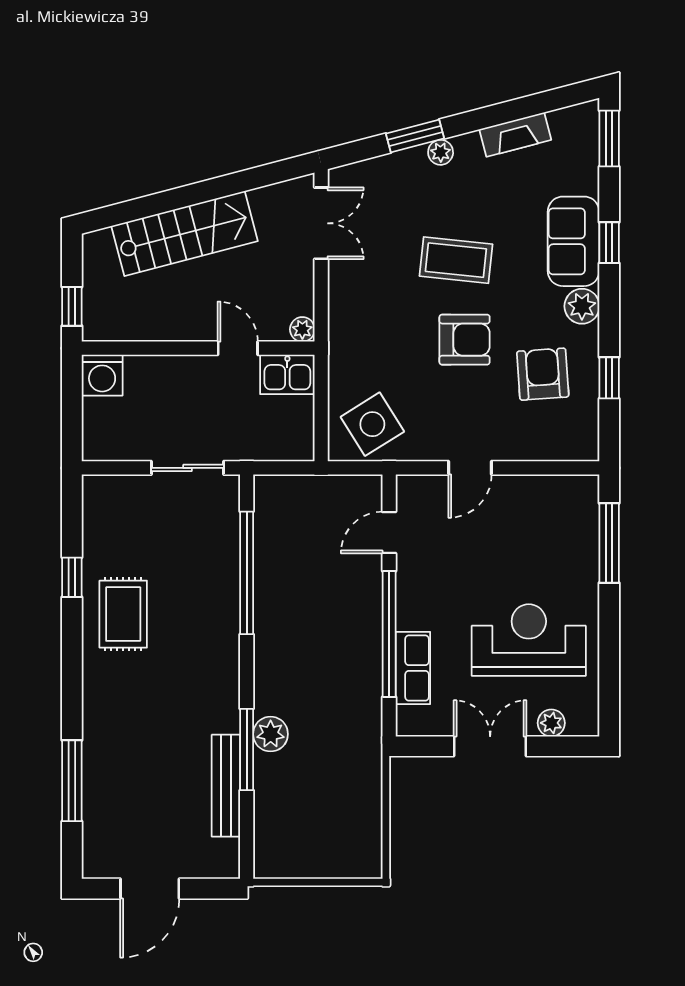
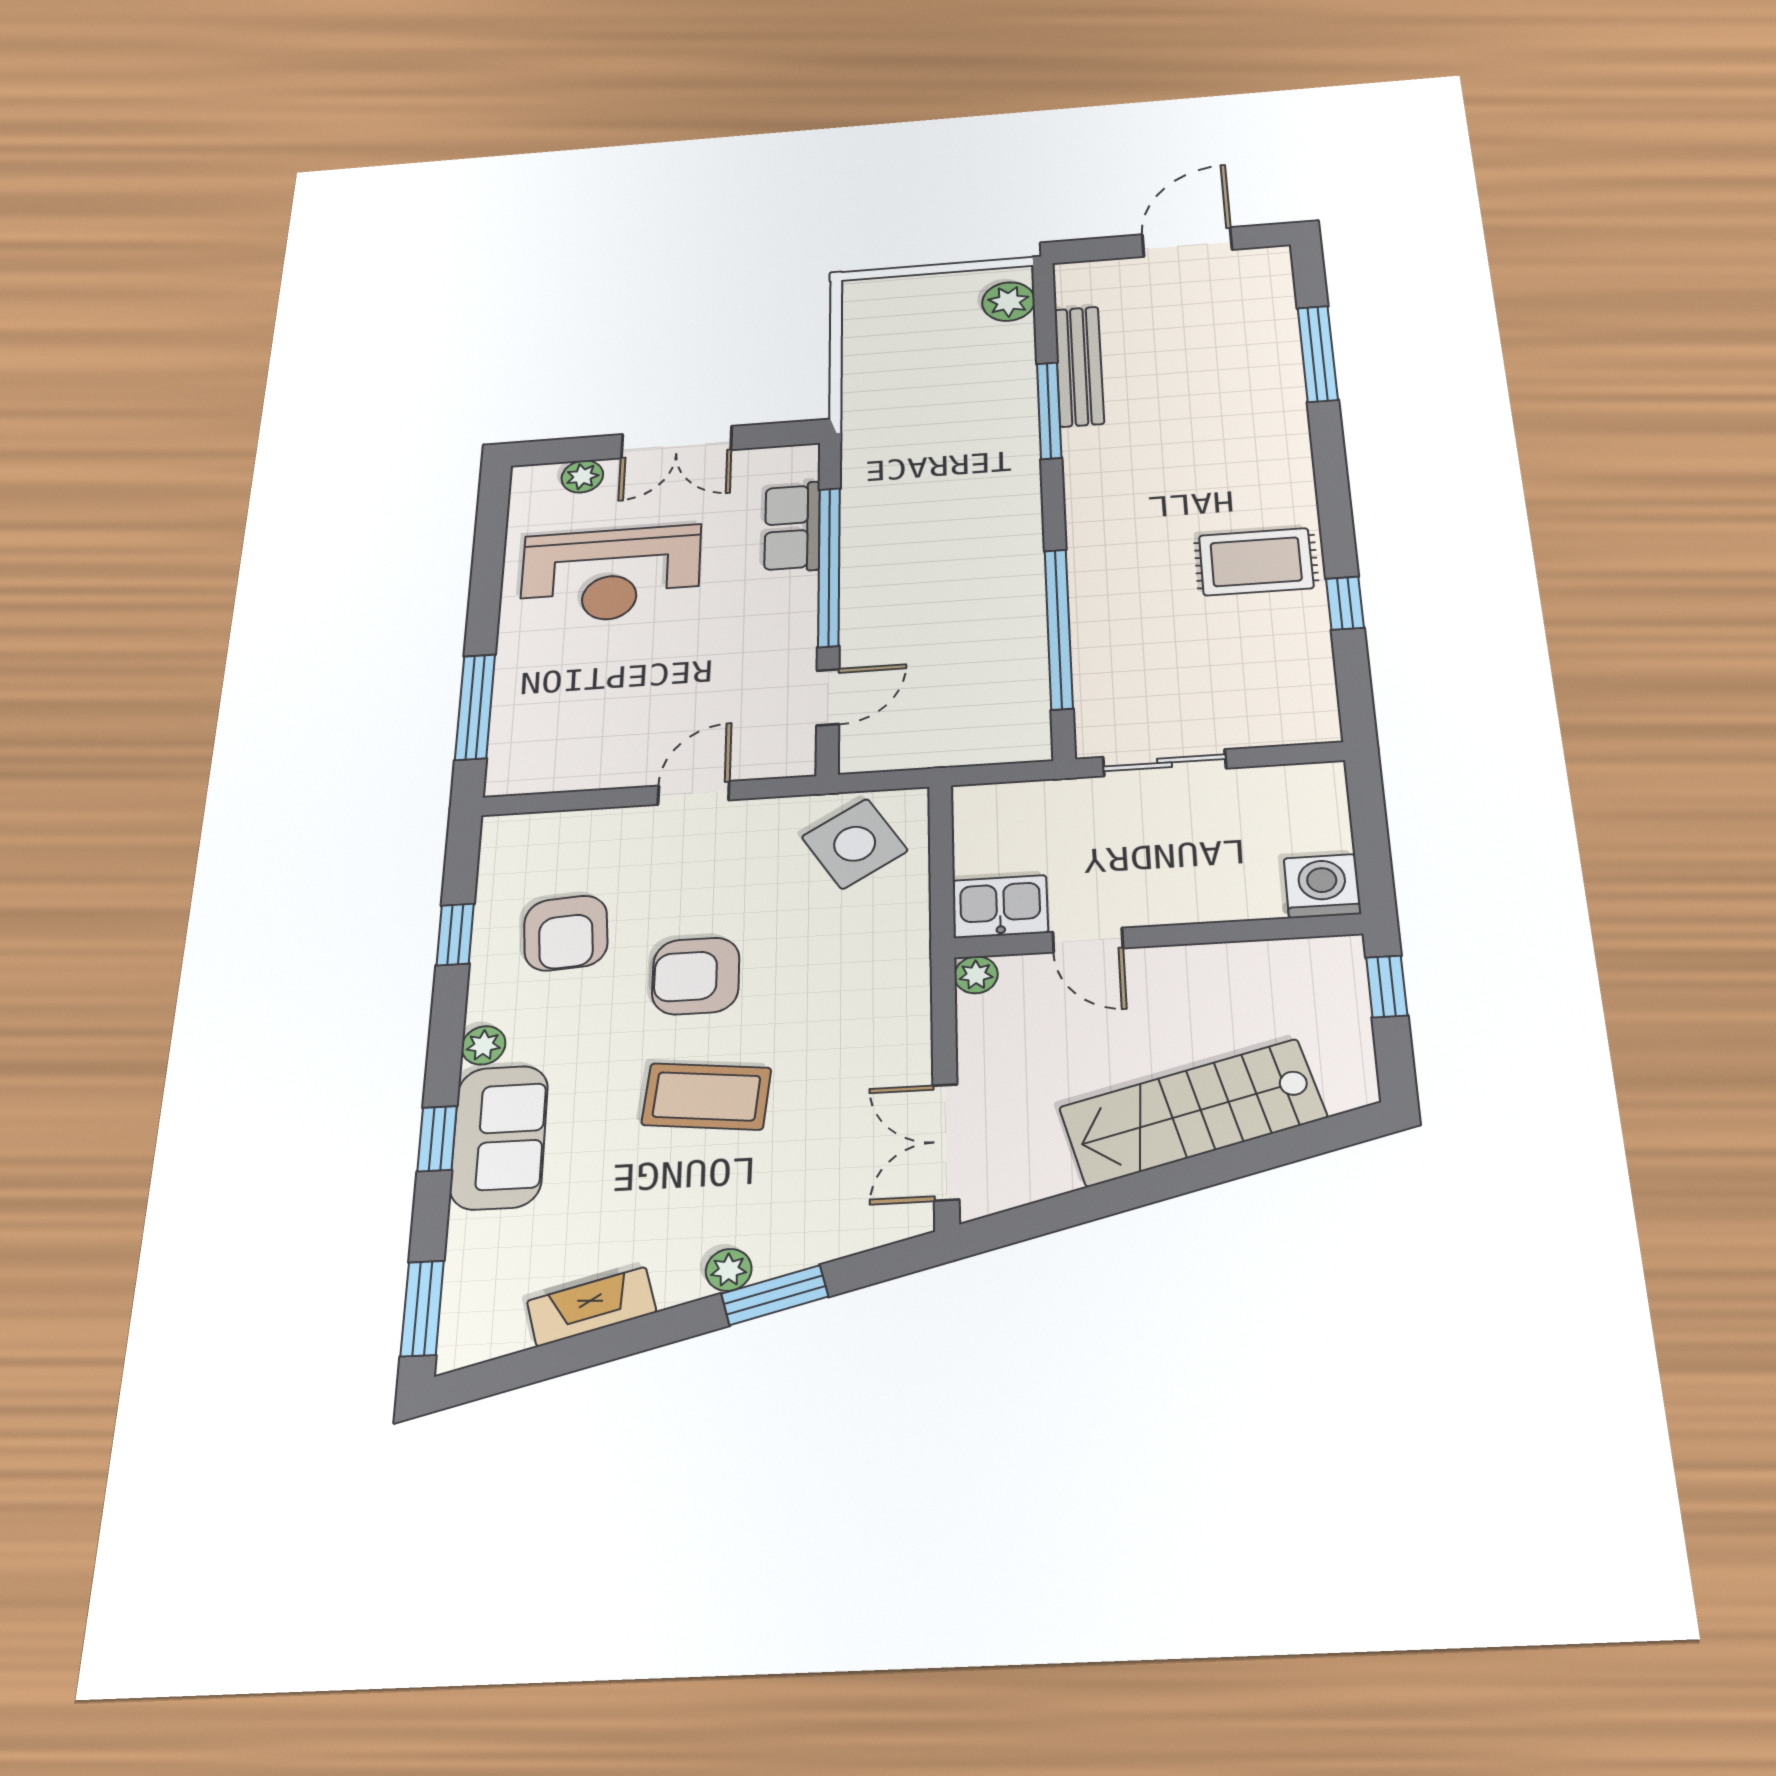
plant: (582, 306) -> (483, 1045), width x0.73, depth x0.73
rug: (123, 614) -> (1256, 562), turned 90
plant: (271, 734) -> (1008, 302), moved

